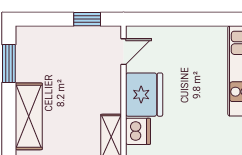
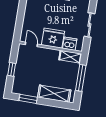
window: (87, 19) -> (12, 69), moved

